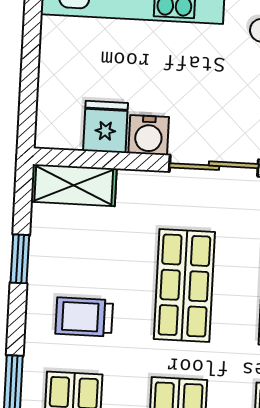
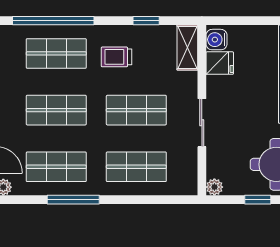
water cooler: (149, 135) -> (216, 40), moved
trolley: (84, 317) -> (117, 57), turned -90

